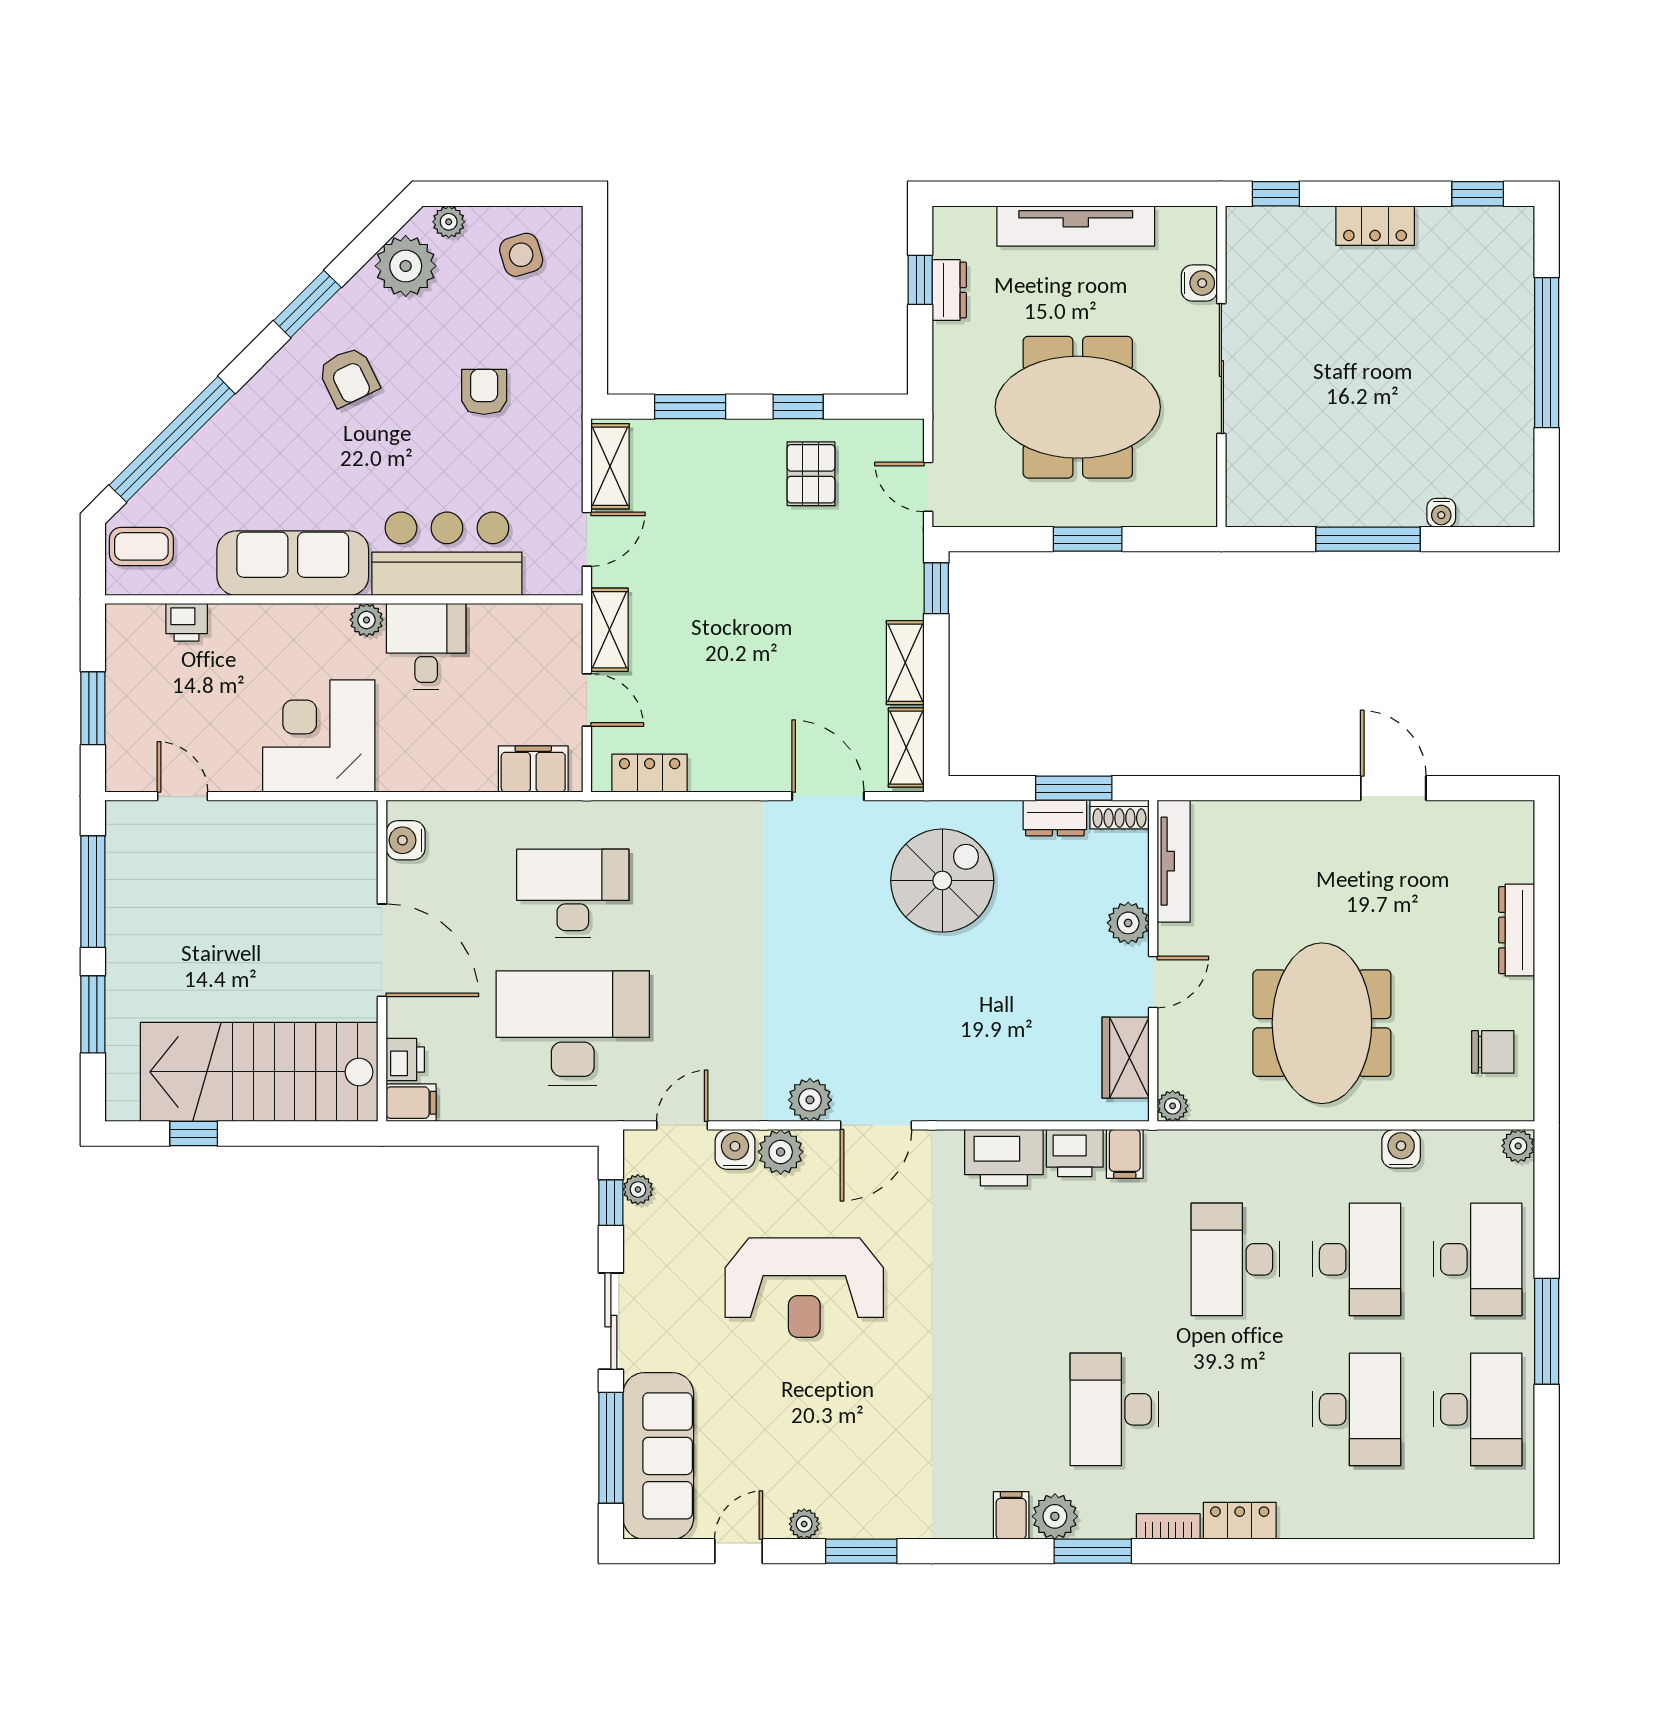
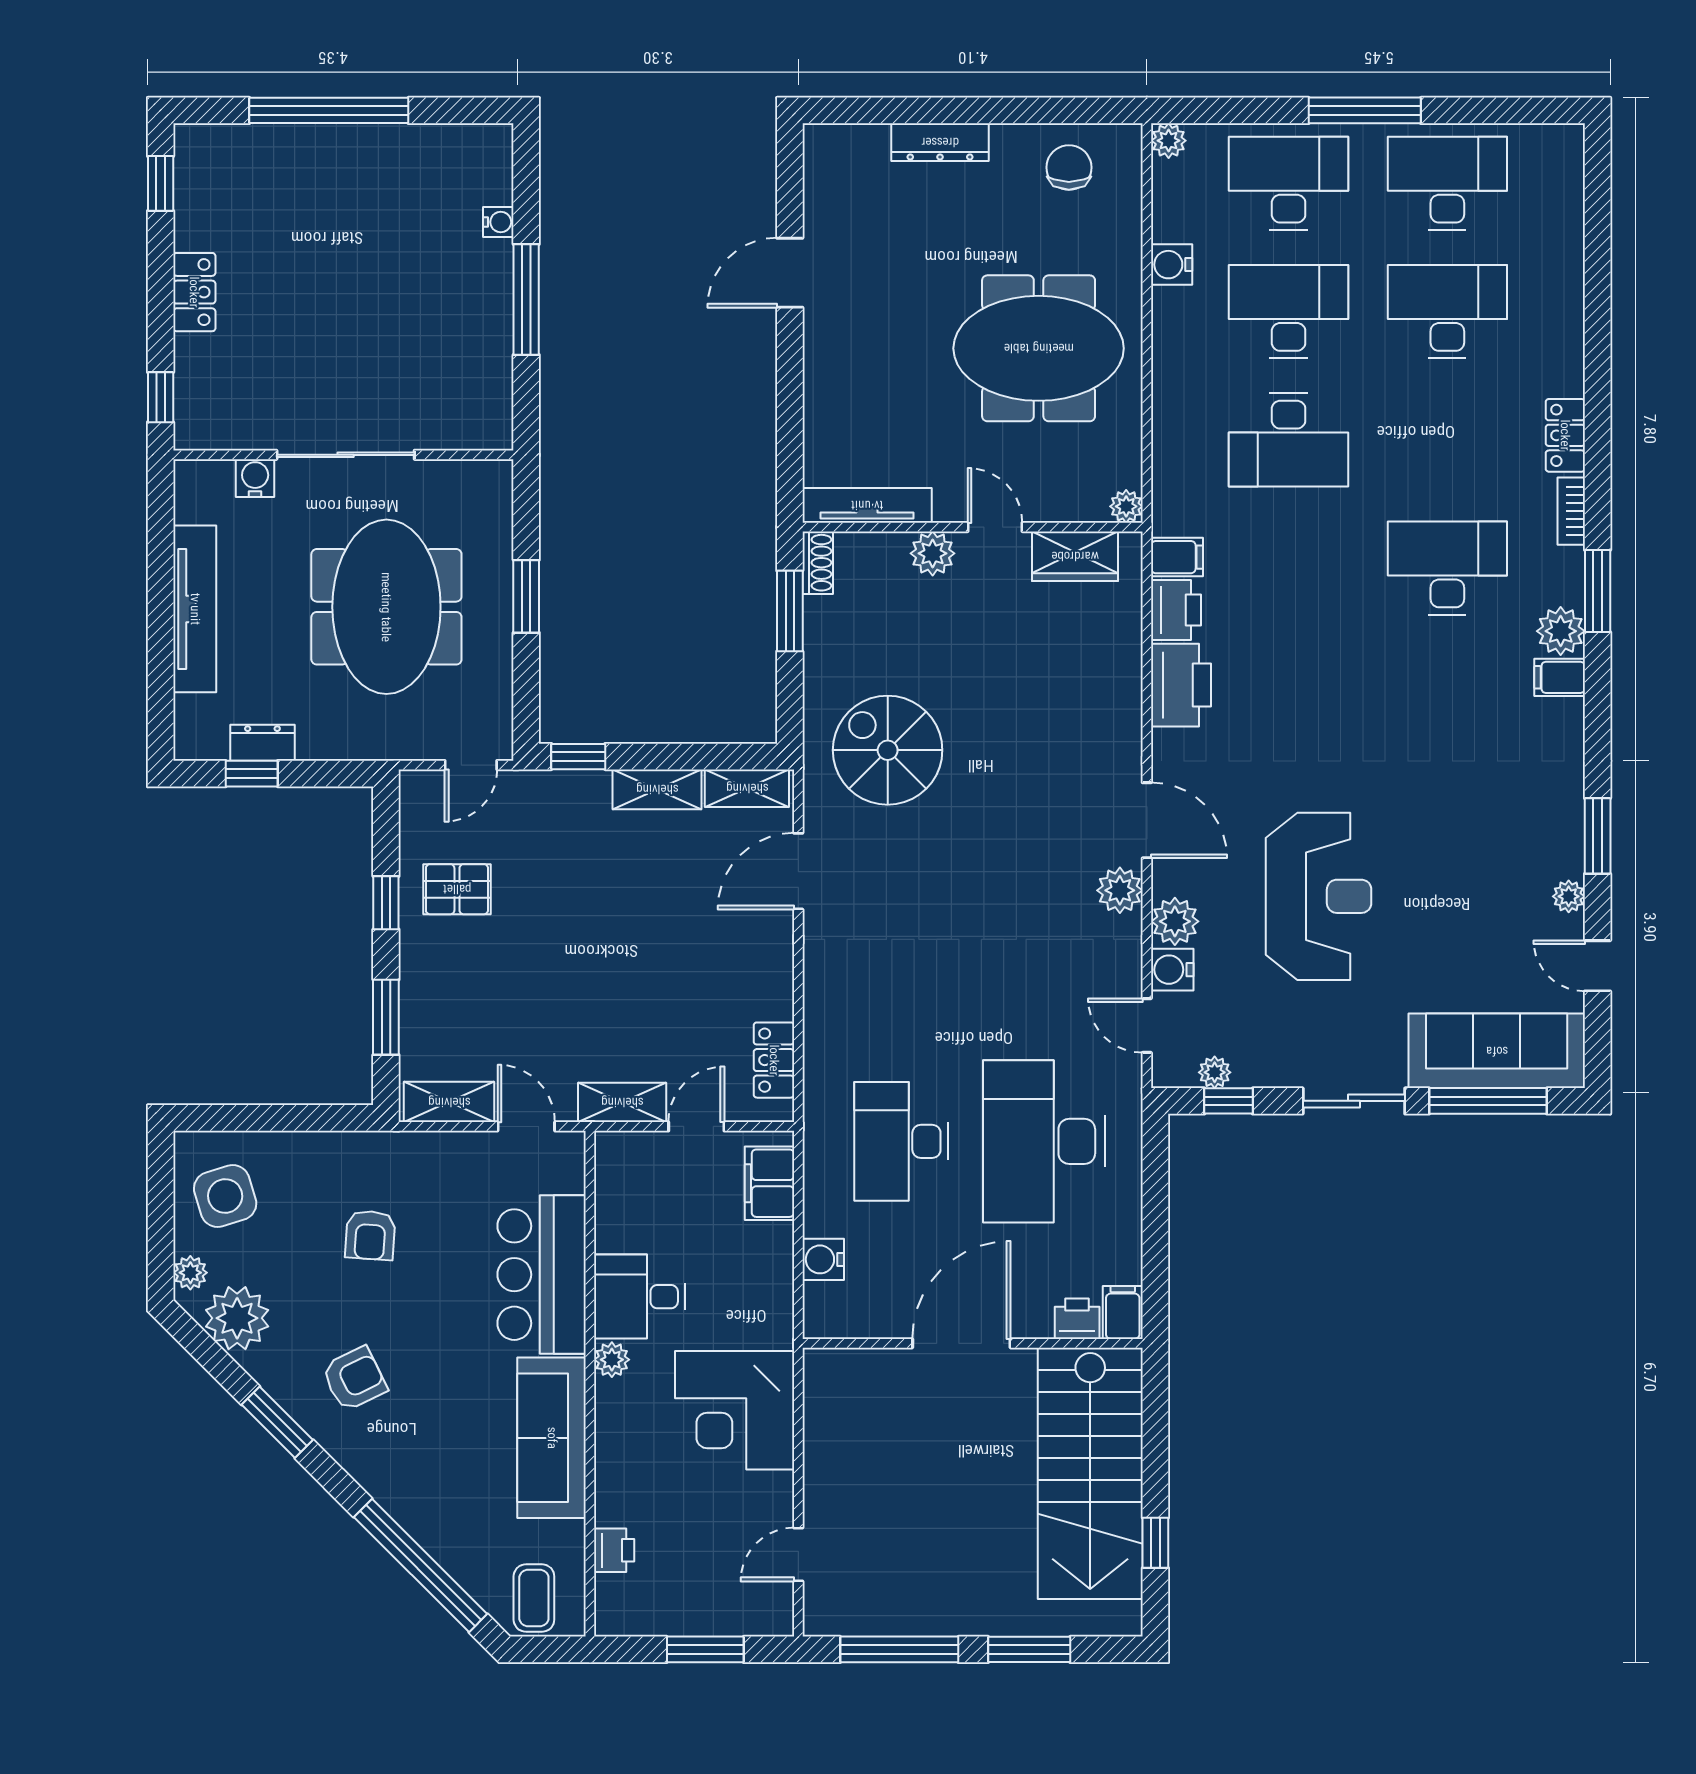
side table: (521, 255) -> (225, 1196), width x1.37, depth x1.37
armchair: (484, 392) -> (370, 1235), turned -86
dresser: (1055, 818) -> (821, 631), removed
water cooler: (406, 840) -> (823, 1259), moved, turned 90
desk: (1114, 1409) -> (1447, 568), turned 180

